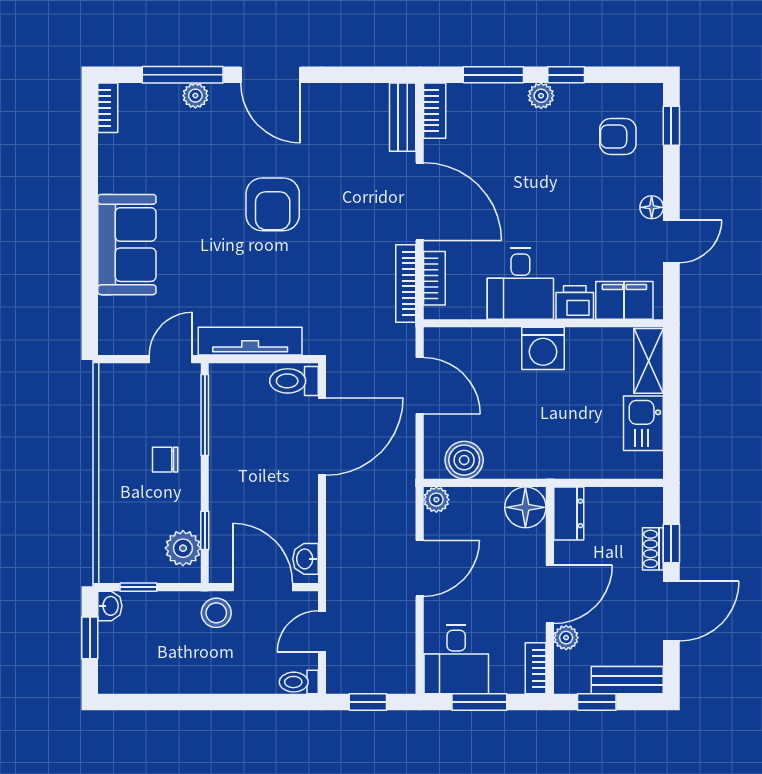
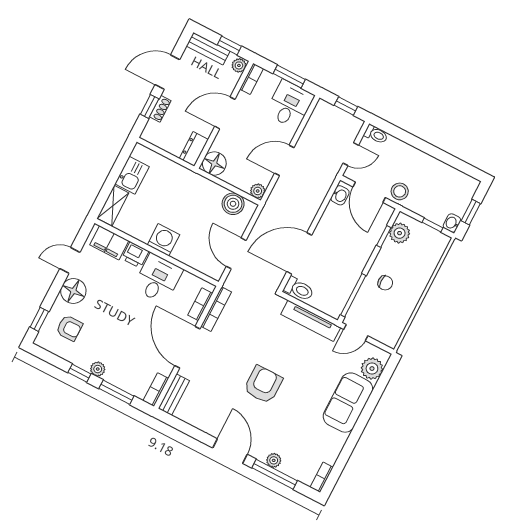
floor lamp: (652, 207) -> (73, 291), width x1.89, depth x1.89
plant: (117, 317) -> (372, 369), added
plant: (566, 638) -> (239, 65), moved

